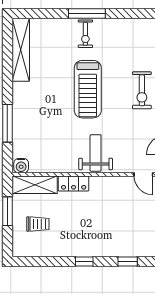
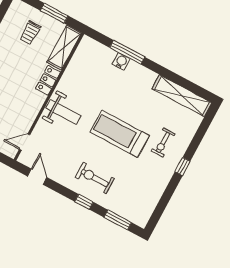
window: (87, 14) -> (183, 167), width x0.46
exercise bike: (85, 34) -> (163, 142), moved, turned -90
water cooler: (21, 166) -> (121, 61), moved, turned 90

